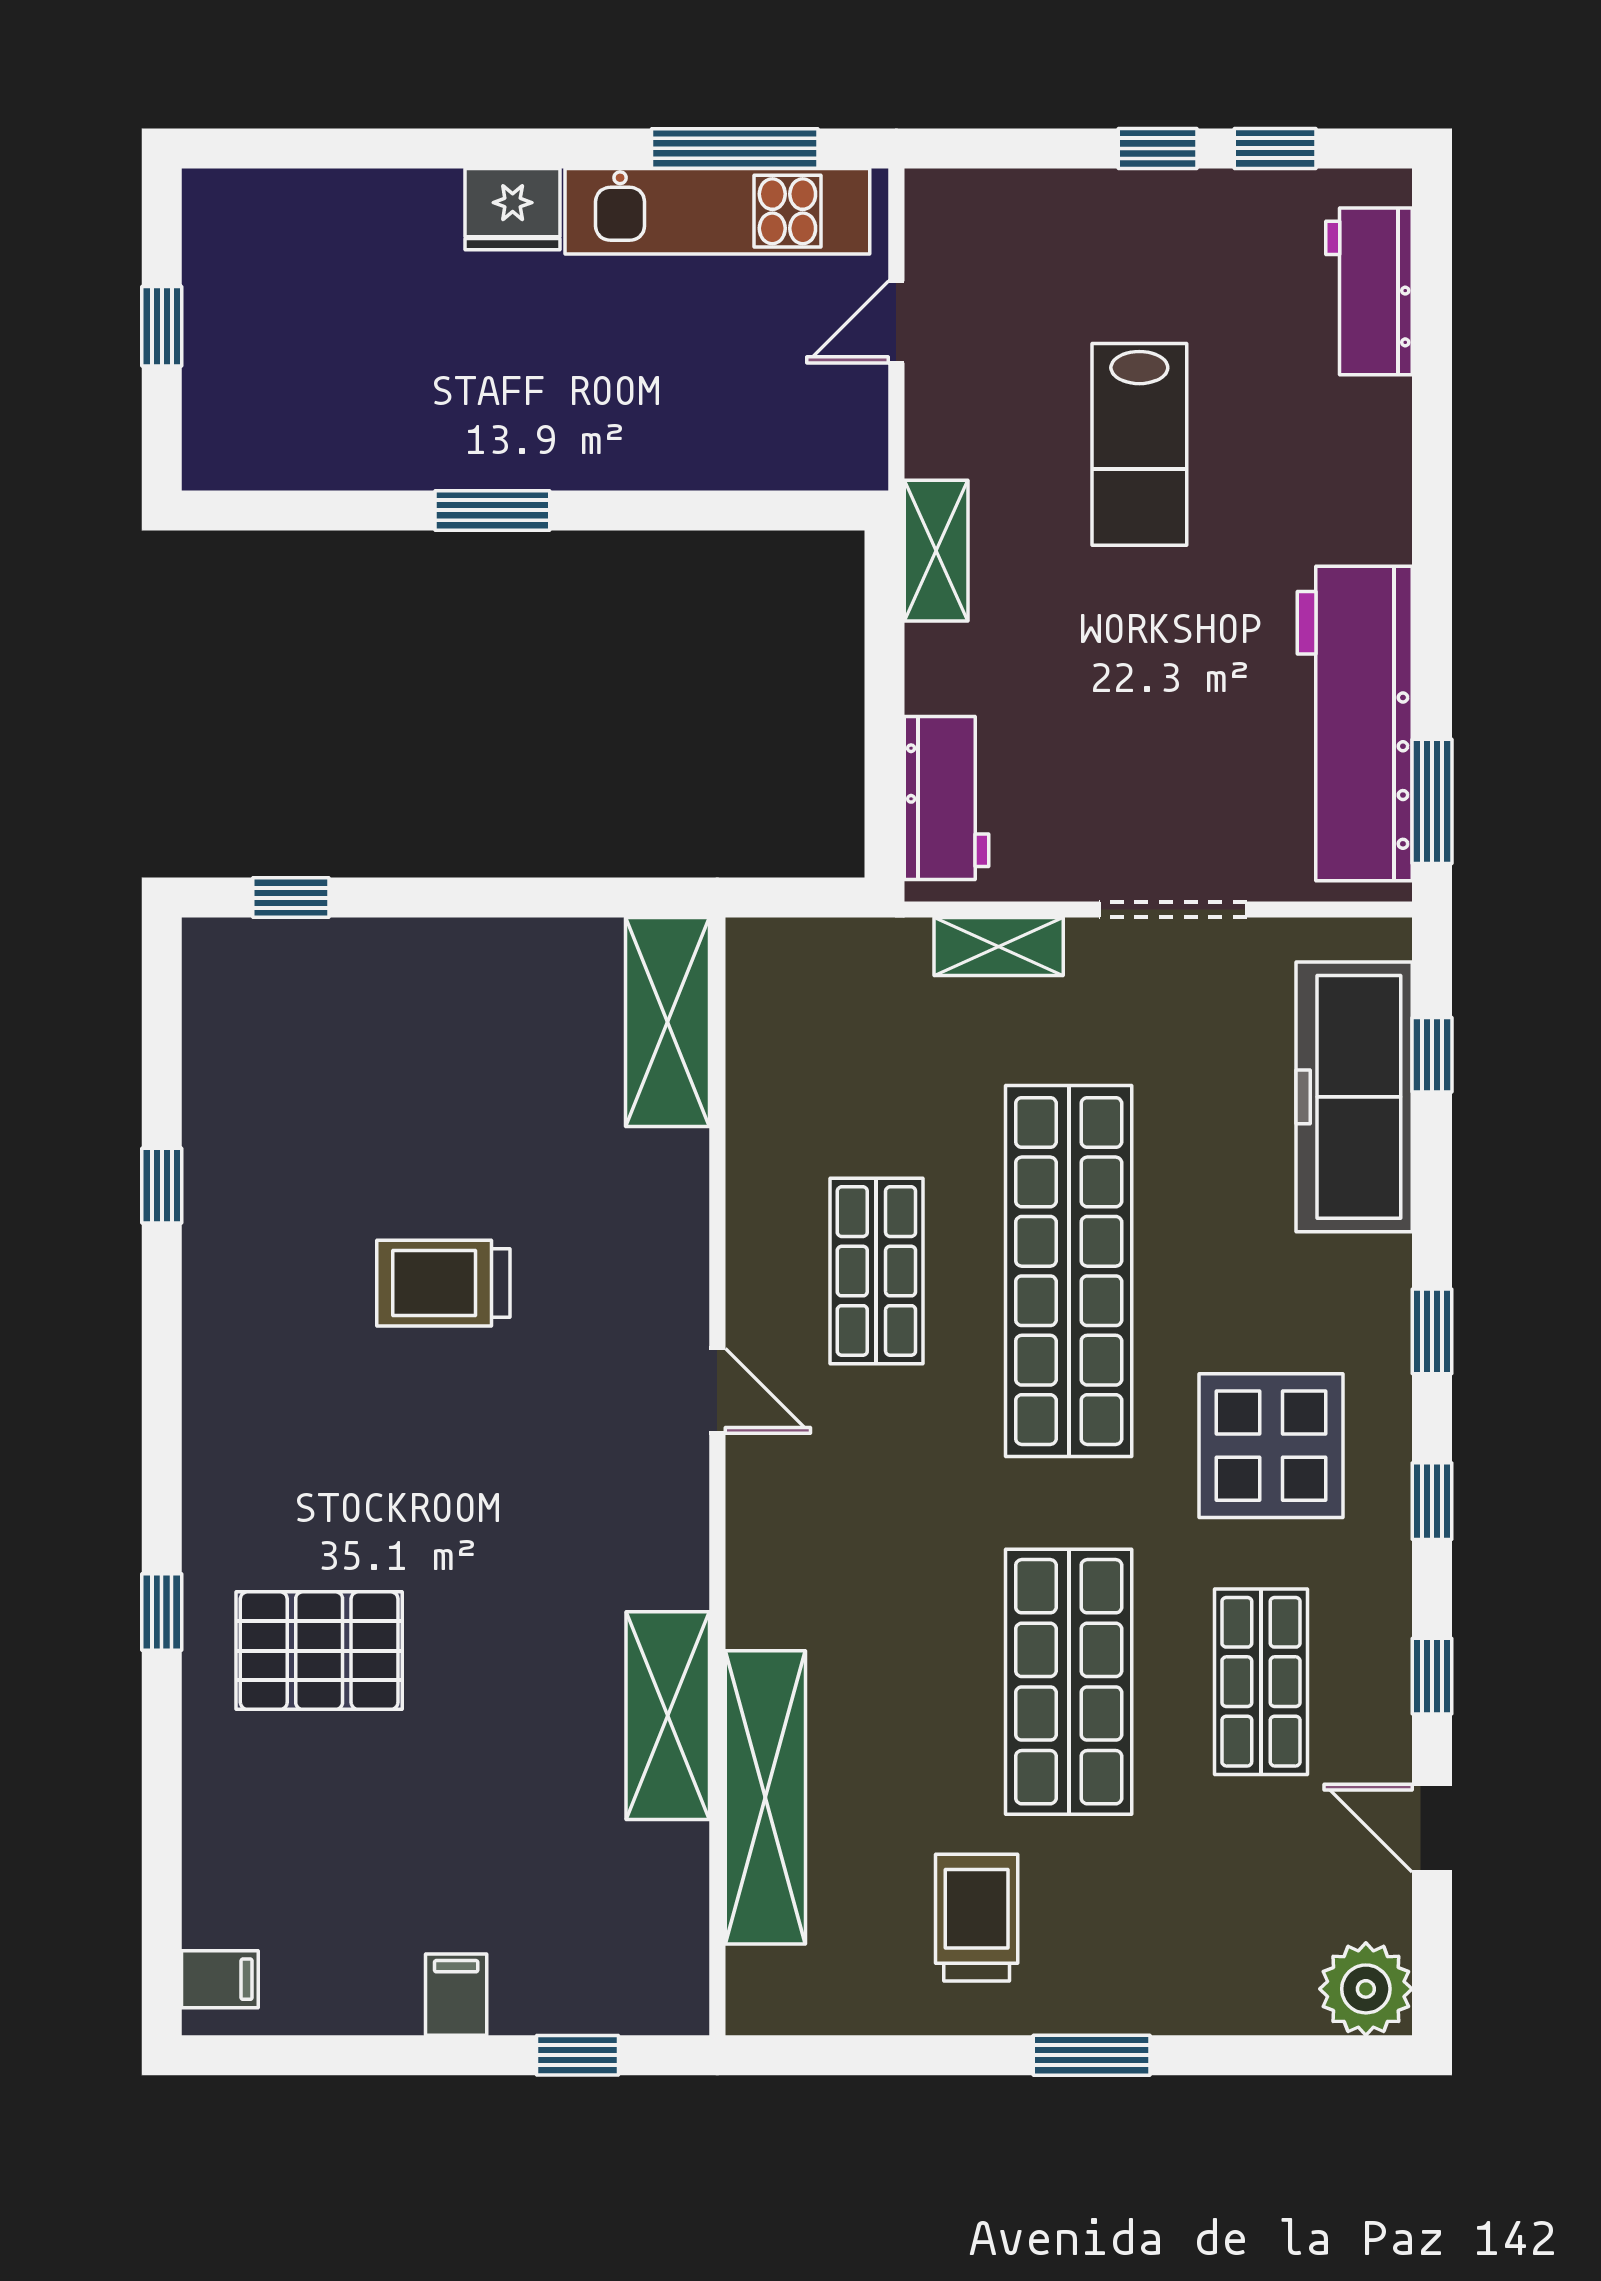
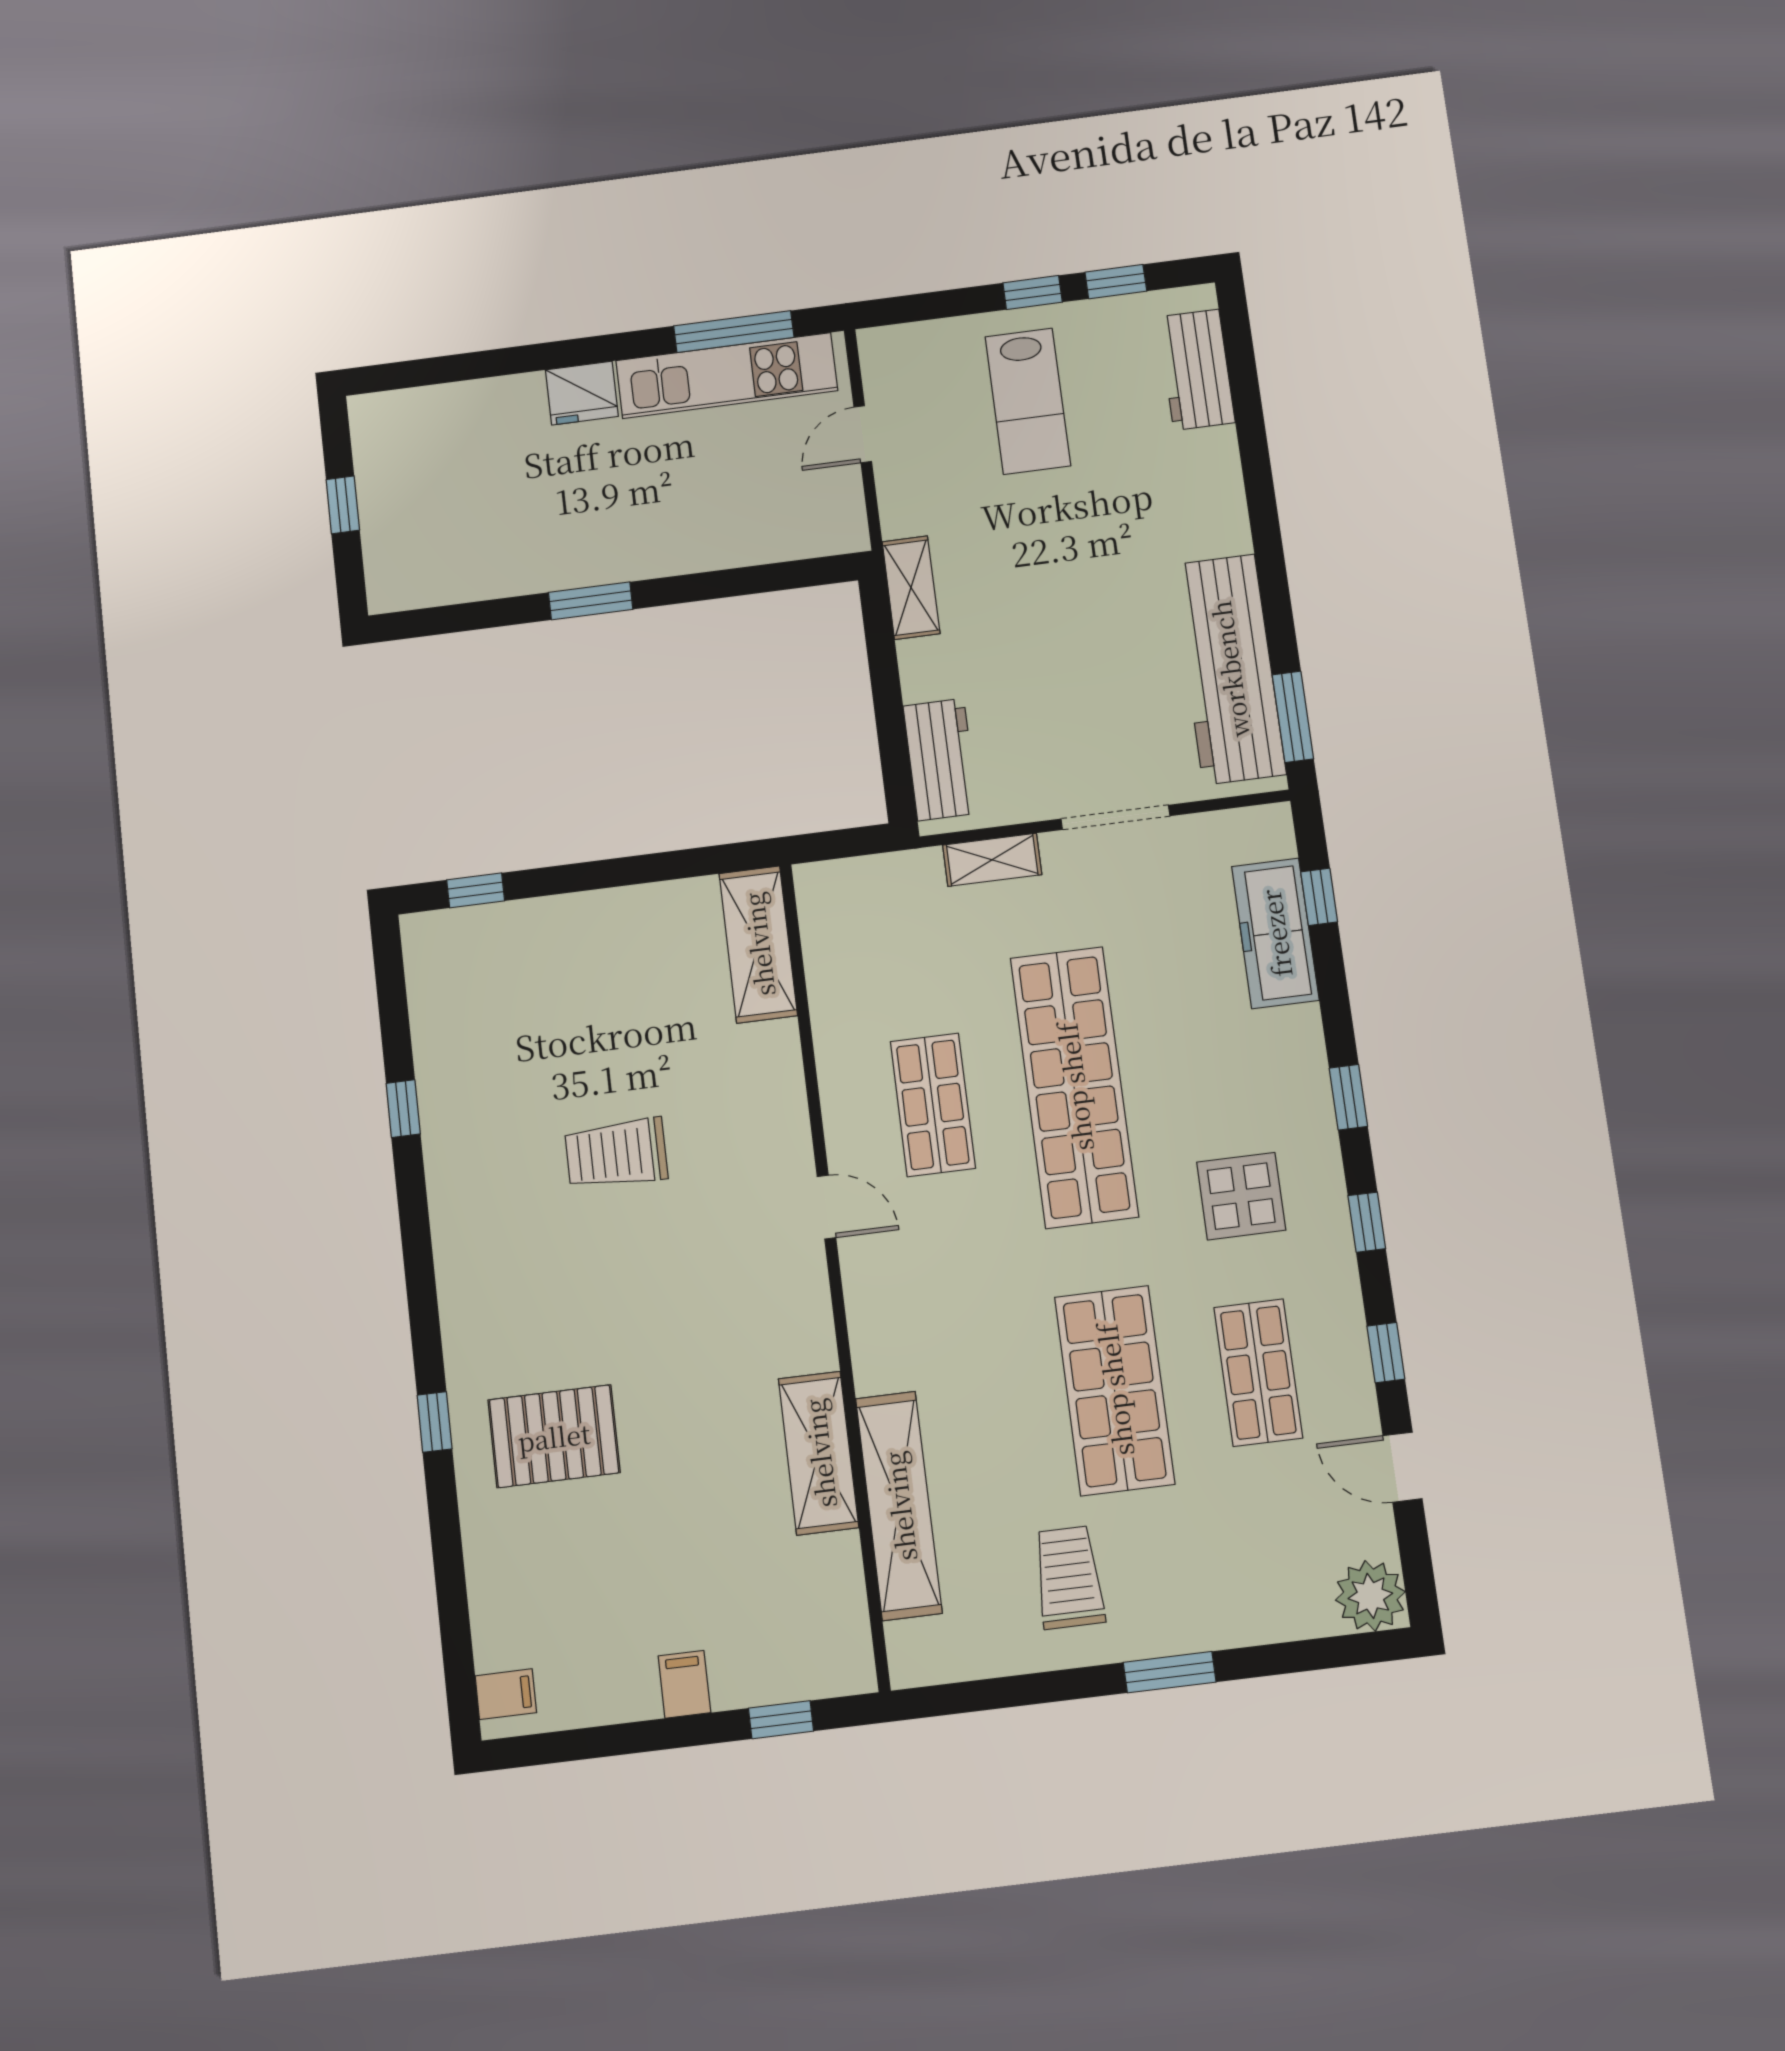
lab bench: (1139, 444) -> (1028, 401), moved
freezer: (1354, 1097) -> (1275, 933), width x0.73, depth x0.79
display table: (1271, 1446) -> (1241, 1196), width x0.73, depth x0.73

